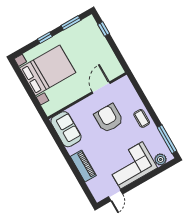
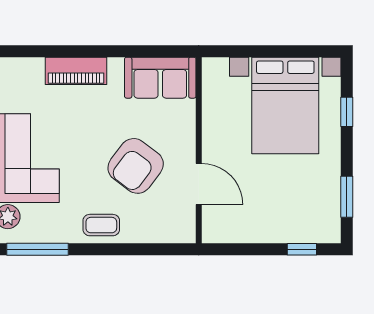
window: (45, 38) -> (347, 112), moved
armchair: (109, 118) -> (136, 166), turned 127

